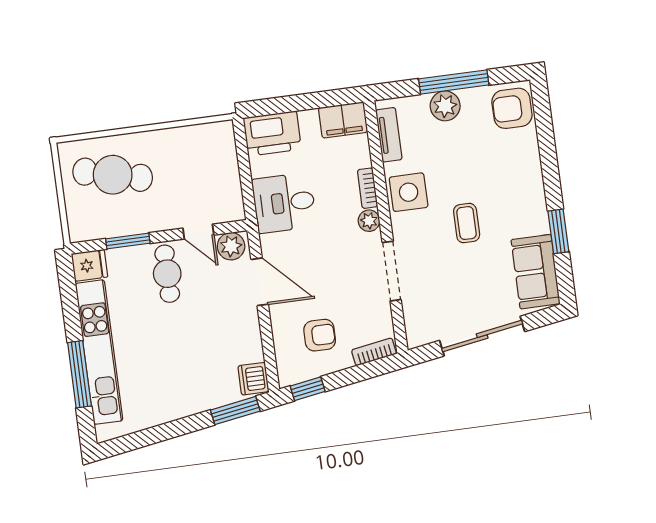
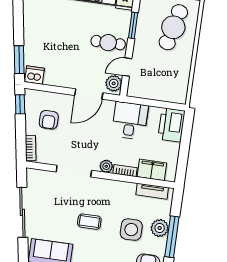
filing cabinet: (343, 120) -> (152, 170), moved, turned 90
side table: (409, 192) -> (131, 230), moved

